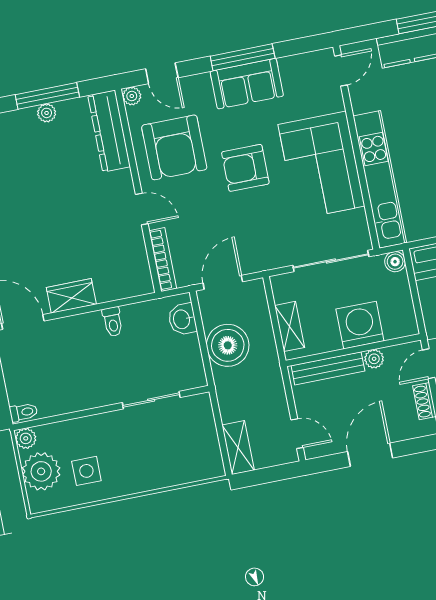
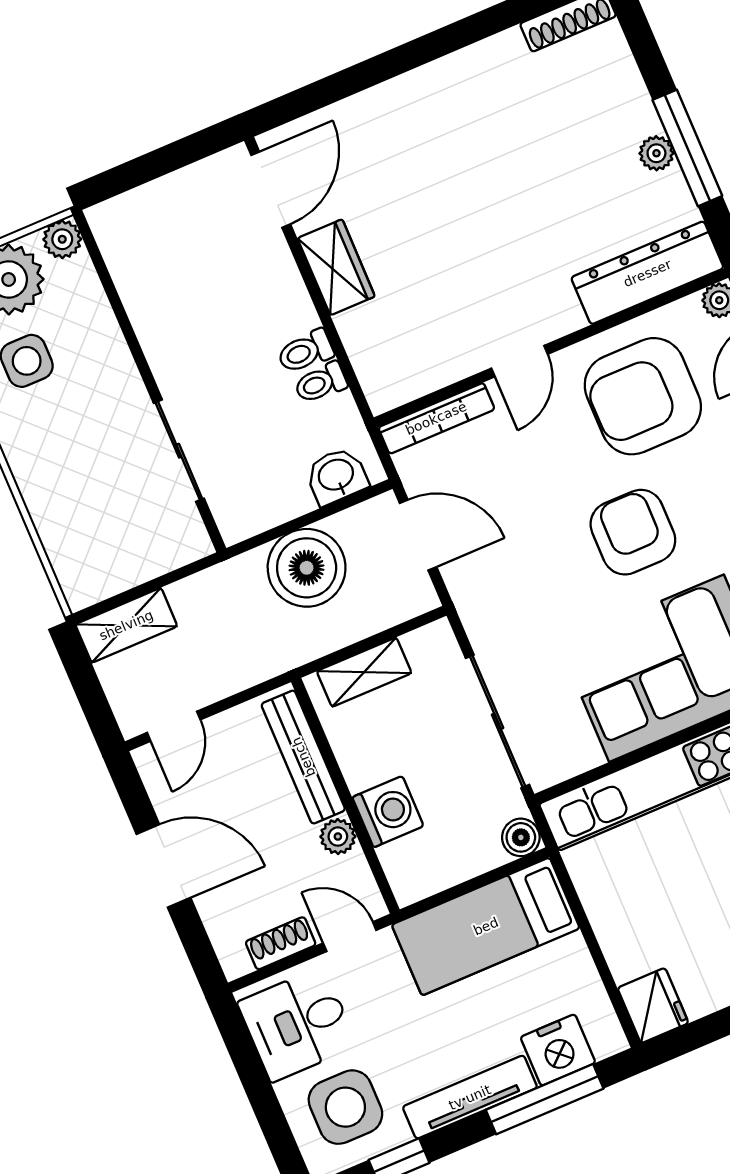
washing machine: (360, 325) -> (388, 812), width x0.73, depth x0.73
toilet: (24, 412) -> (321, 383), moved, turned 90

